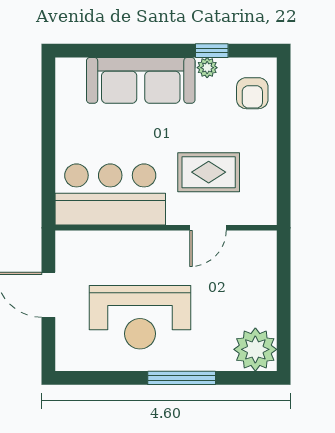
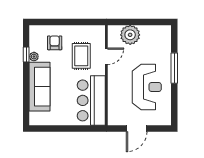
armchair: (252, 93) -> (55, 43), moved, turned -90
door: (208, 228) -> (106, 56), hinge flipped
plant: (255, 349) -> (130, 35), moved

